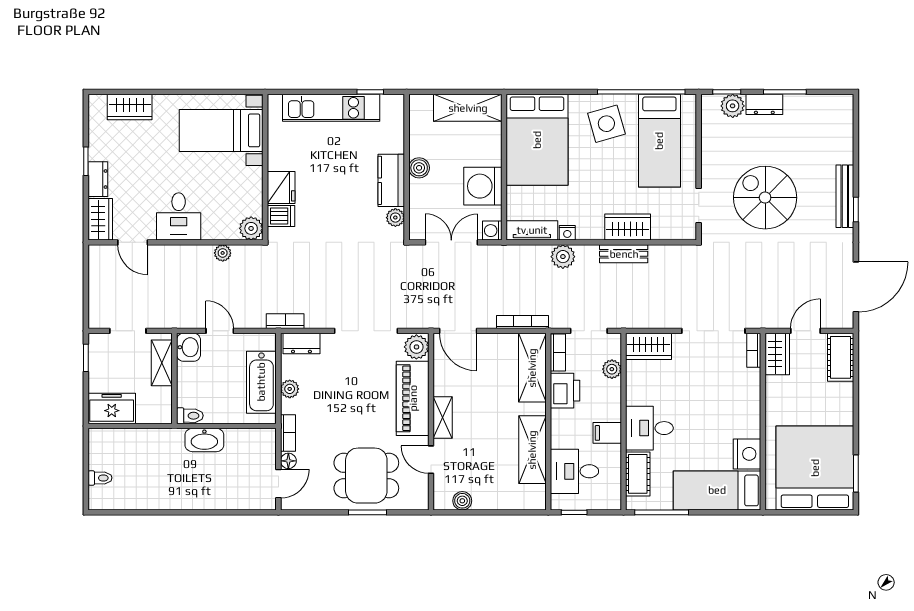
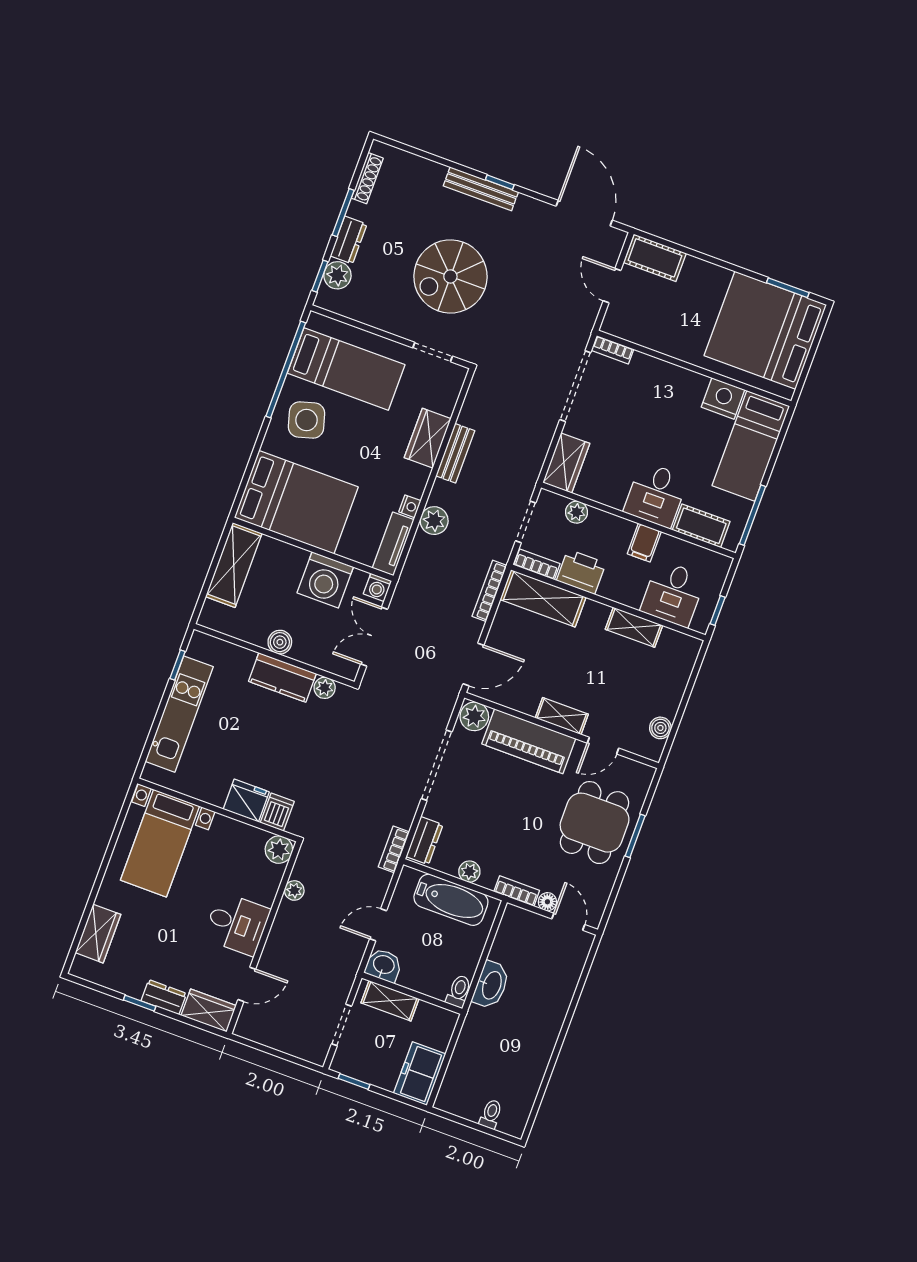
shoe rack: (820, 101) -> (367, 178), added
wardrobe: (777, 354) -> (626, 326), removed
shelving: (532, 450) -> (634, 627), width x0.67, depth x0.75

